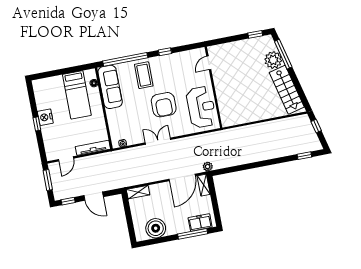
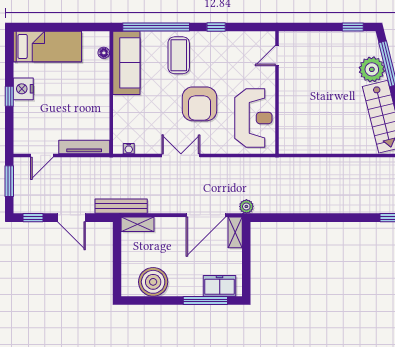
bed: (77, 95) -> (47, 46), moved, turned -90
bench: (125, 182) -> (121, 206), added

